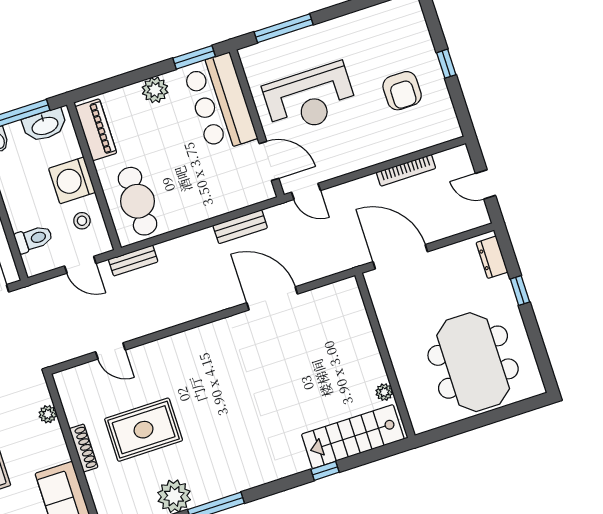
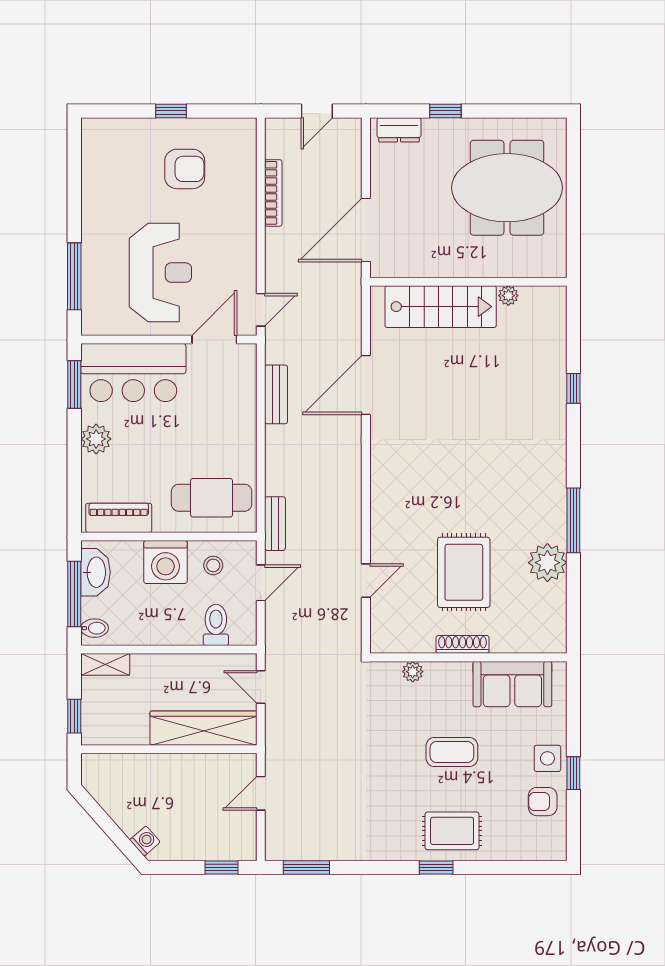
stairs: (353, 437) -> (441, 307), moved, turned -90

